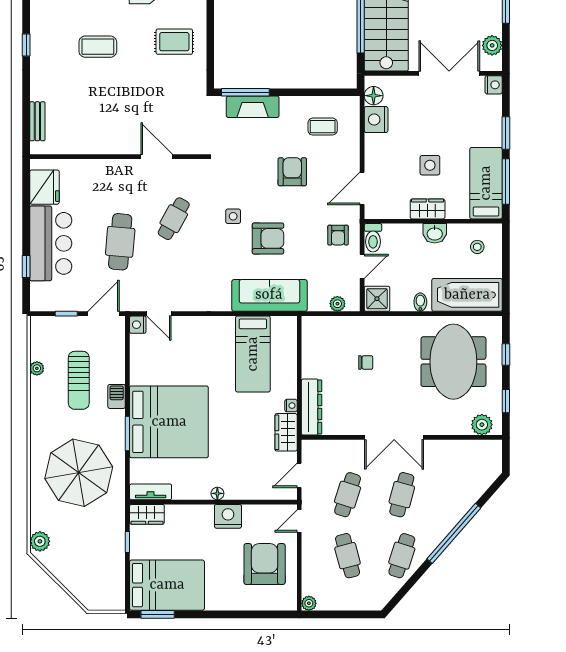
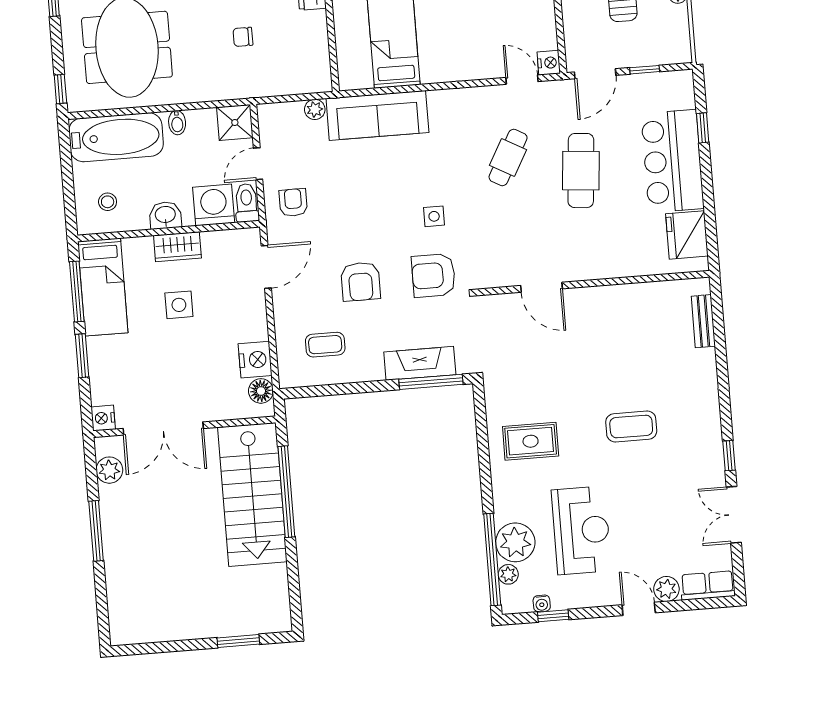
window: (26, 45) -> (729, 456), moved
cafe table: (174, 219) -> (508, 157), moved
armchair: (268, 238) -> (434, 275), moved
washing machine: (398, 238) -> (214, 205), added
plant: (337, 304) -> (315, 109), moved
window: (506, 355) -> (60, 89), moved

